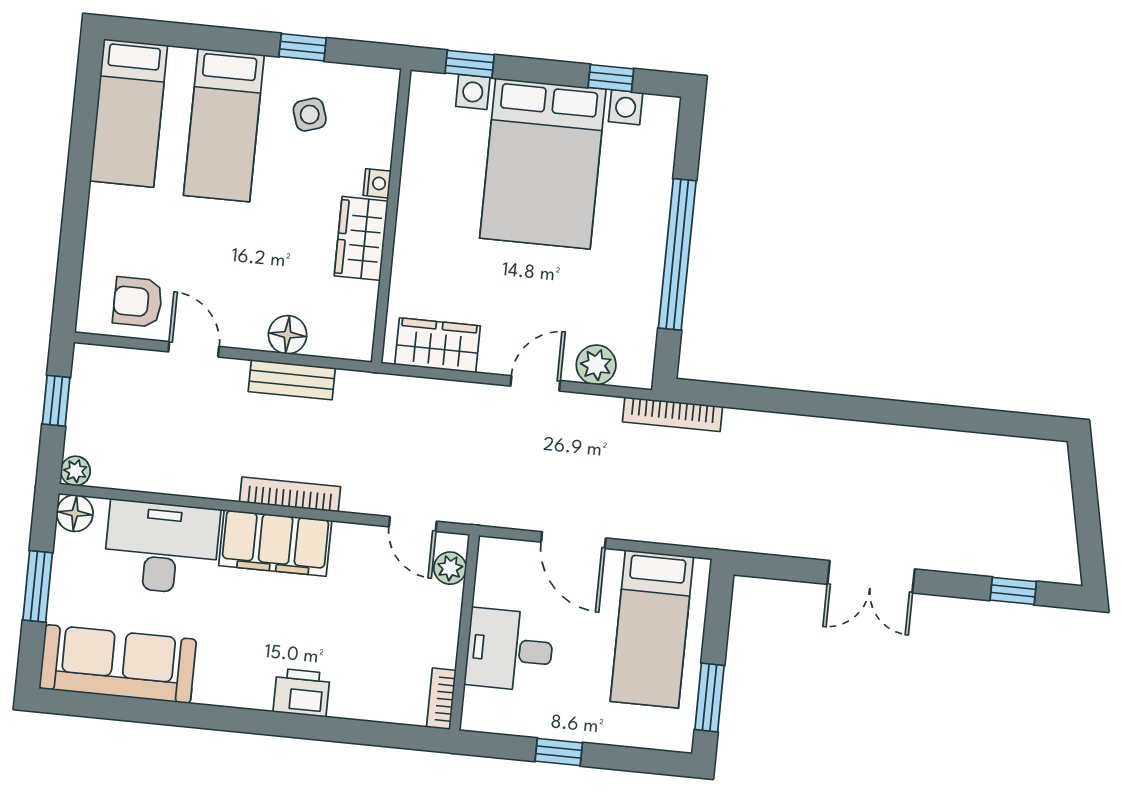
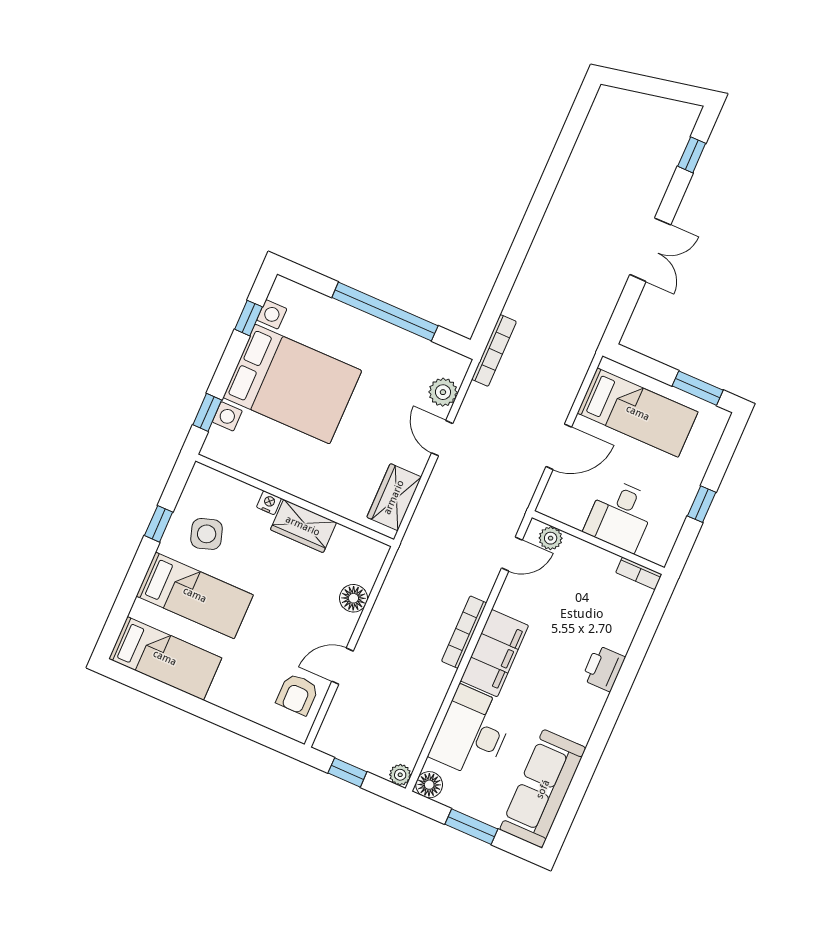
side table: (310, 115) -> (207, 534), width x1.37, depth x1.37
bench: (292, 380) -> (385, 605), removed

